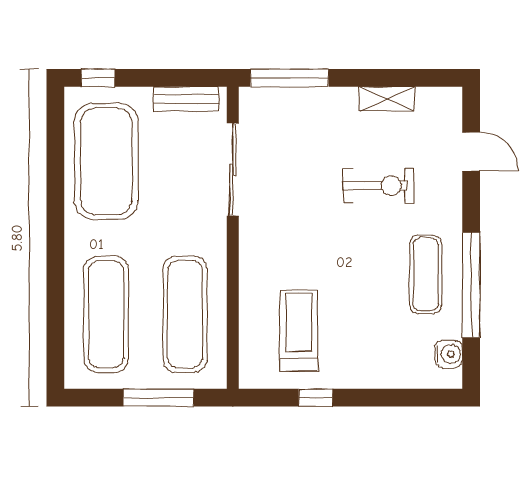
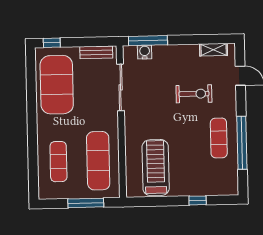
shelving: (387, 99) -> (214, 50), moved
exercise mat: (106, 314) -> (58, 162), width x0.73, depth x0.69
treadmill: (299, 330) -> (156, 168), width x1.37, depth x1.38
water cooler: (449, 354) -> (145, 52), moved, turned -90
window: (316, 398) -> (198, 200), moved

